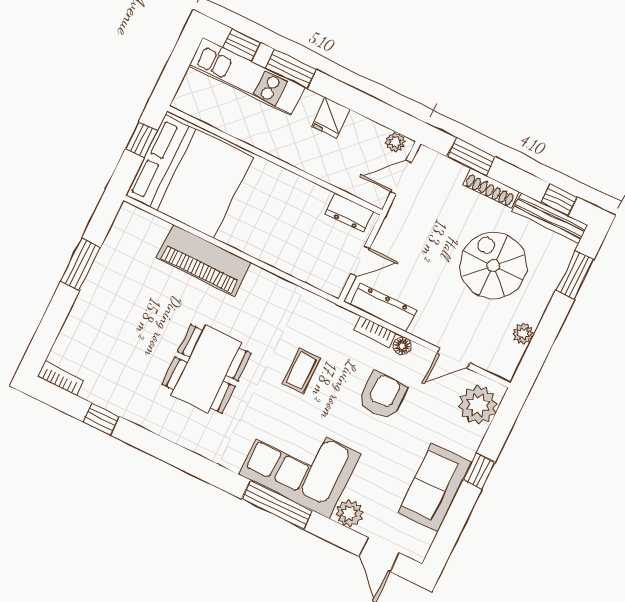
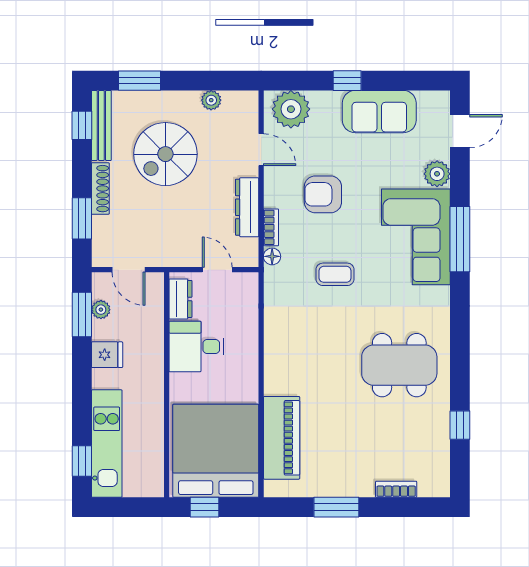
window: (290, 69) -> (82, 315), moved
plant: (395, 142) -> (101, 310), moved
desk: (297, 206) -> (196, 347), added
piano: (204, 260) -> (282, 438), moved
dresser: (383, 308) -> (247, 207), moved
floor lamp: (402, 346) -> (272, 256), moved
dining table: (207, 369) -> (399, 365), moved
bookcase: (60, 378) -> (396, 489), moved, turned 90

